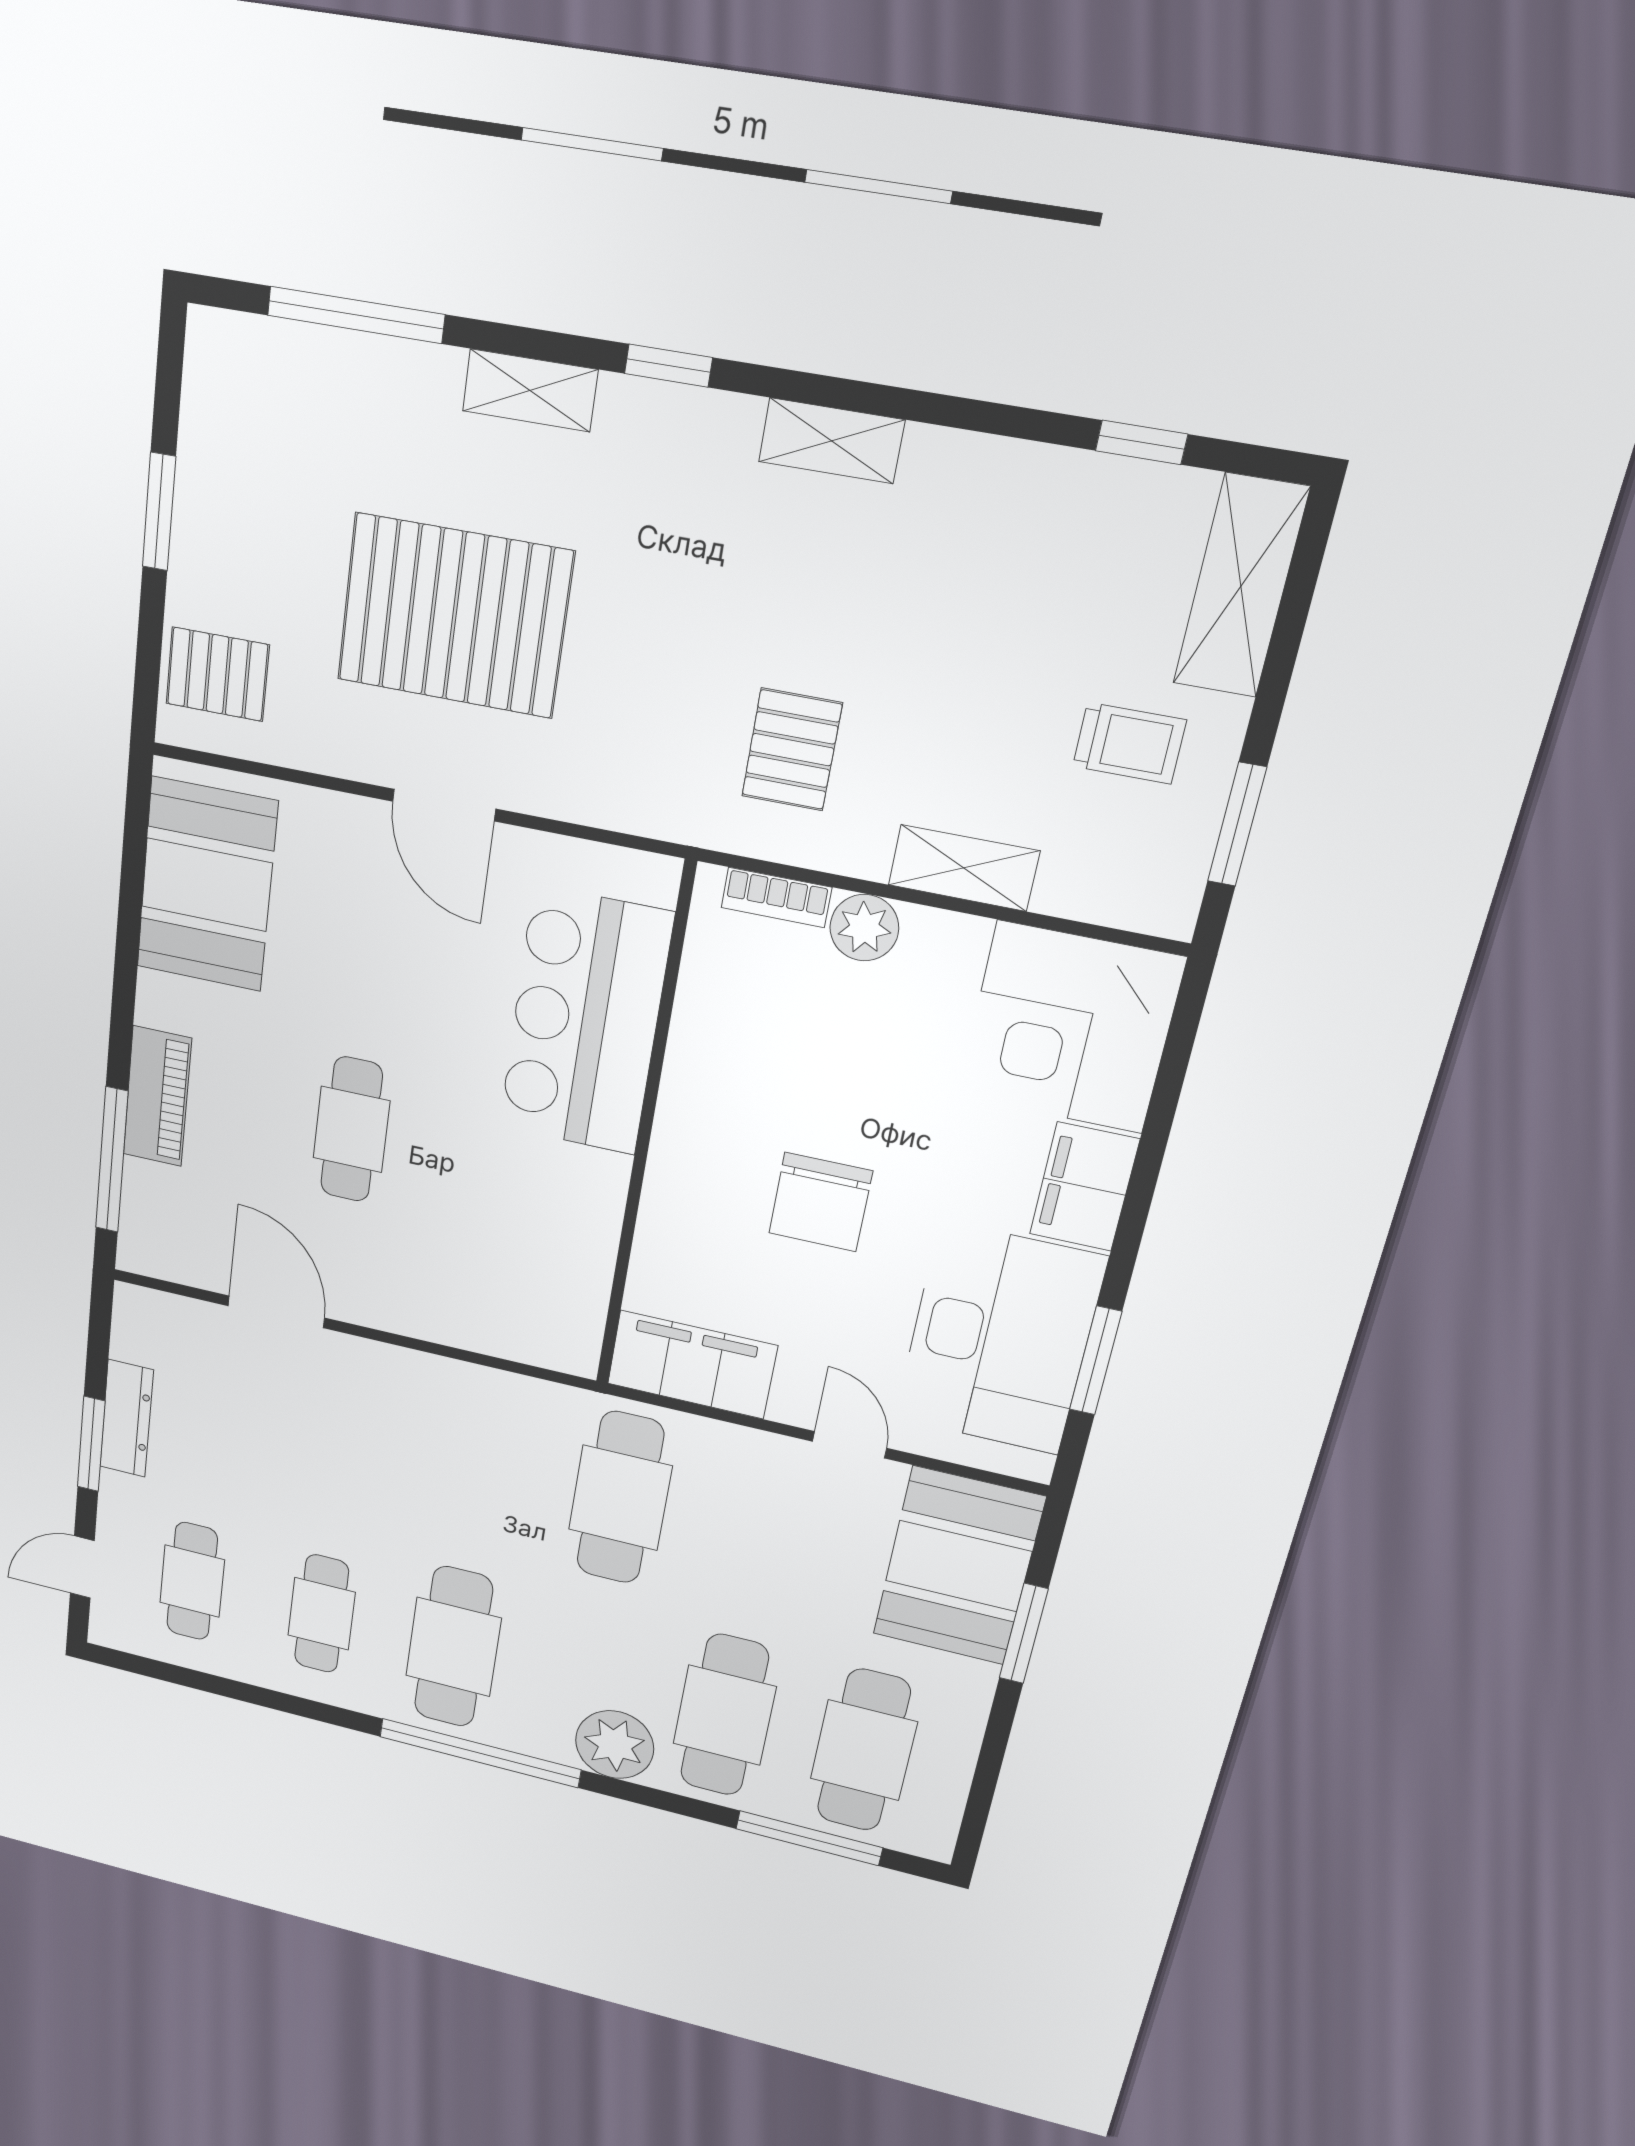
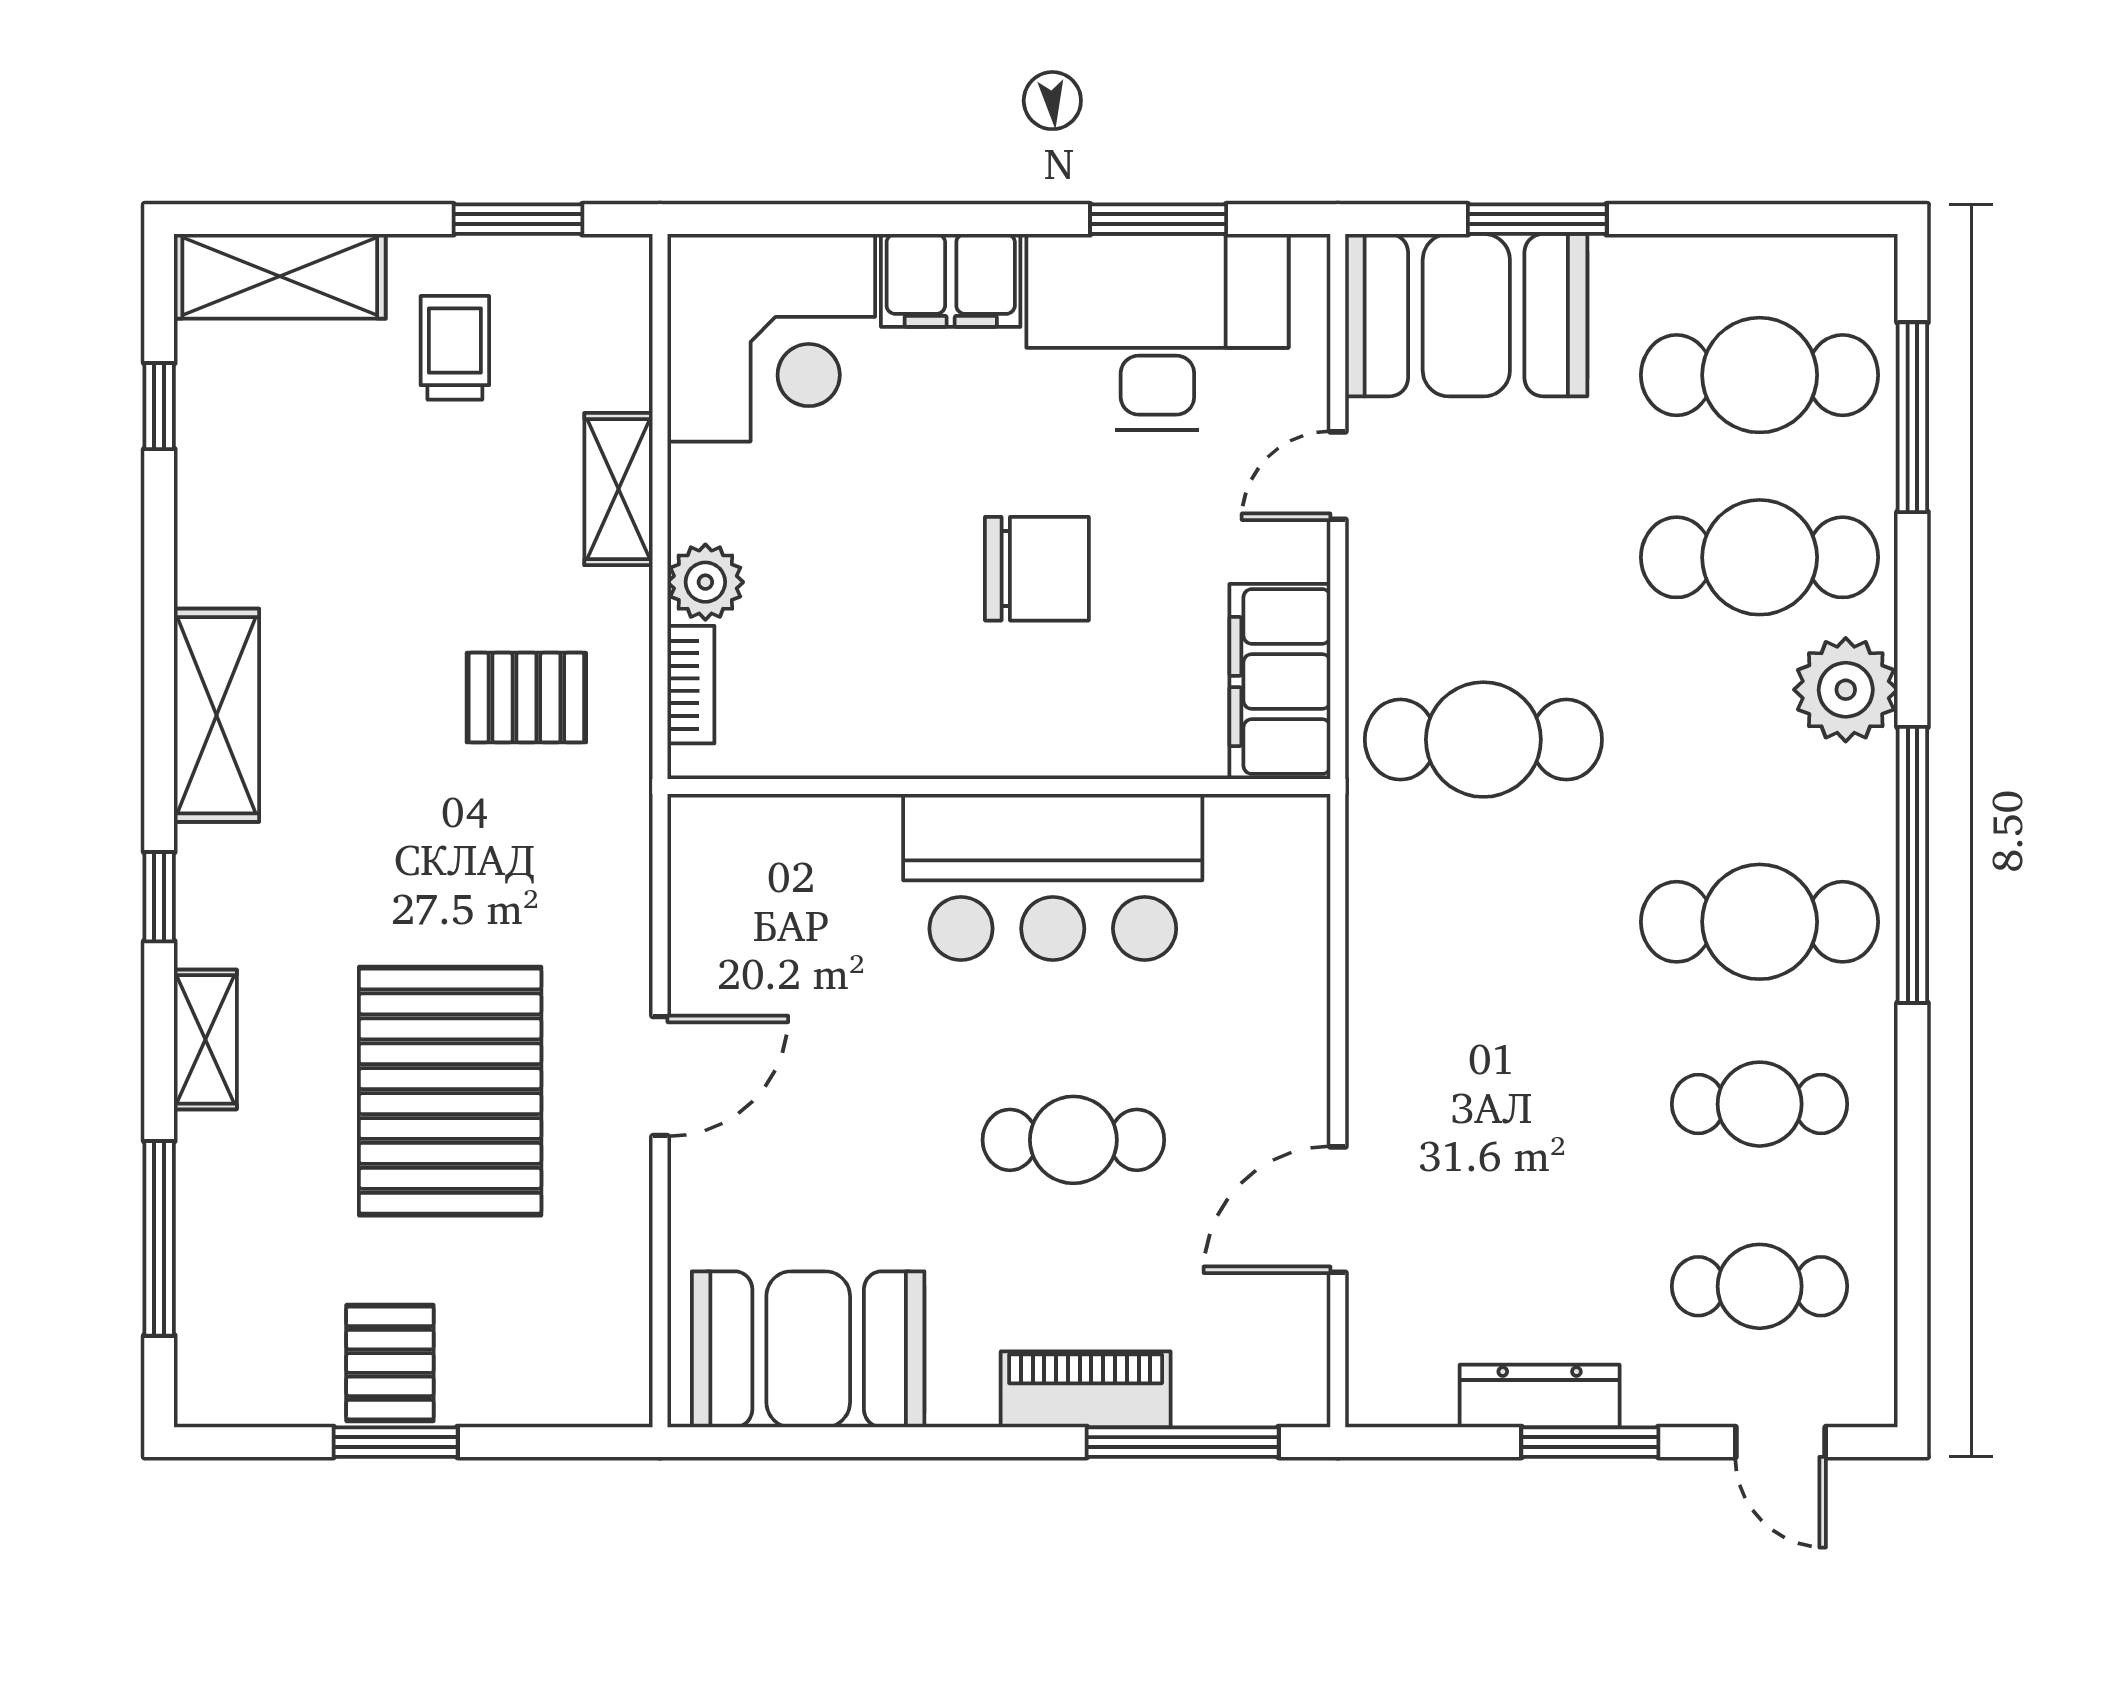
shelving: (831, 441) -> (217, 715), width x1.50, depth x1.33
pallet: (217, 674) -> (390, 1363), moved
bar counter: (585, 1022) -> (1053, 877), moved

